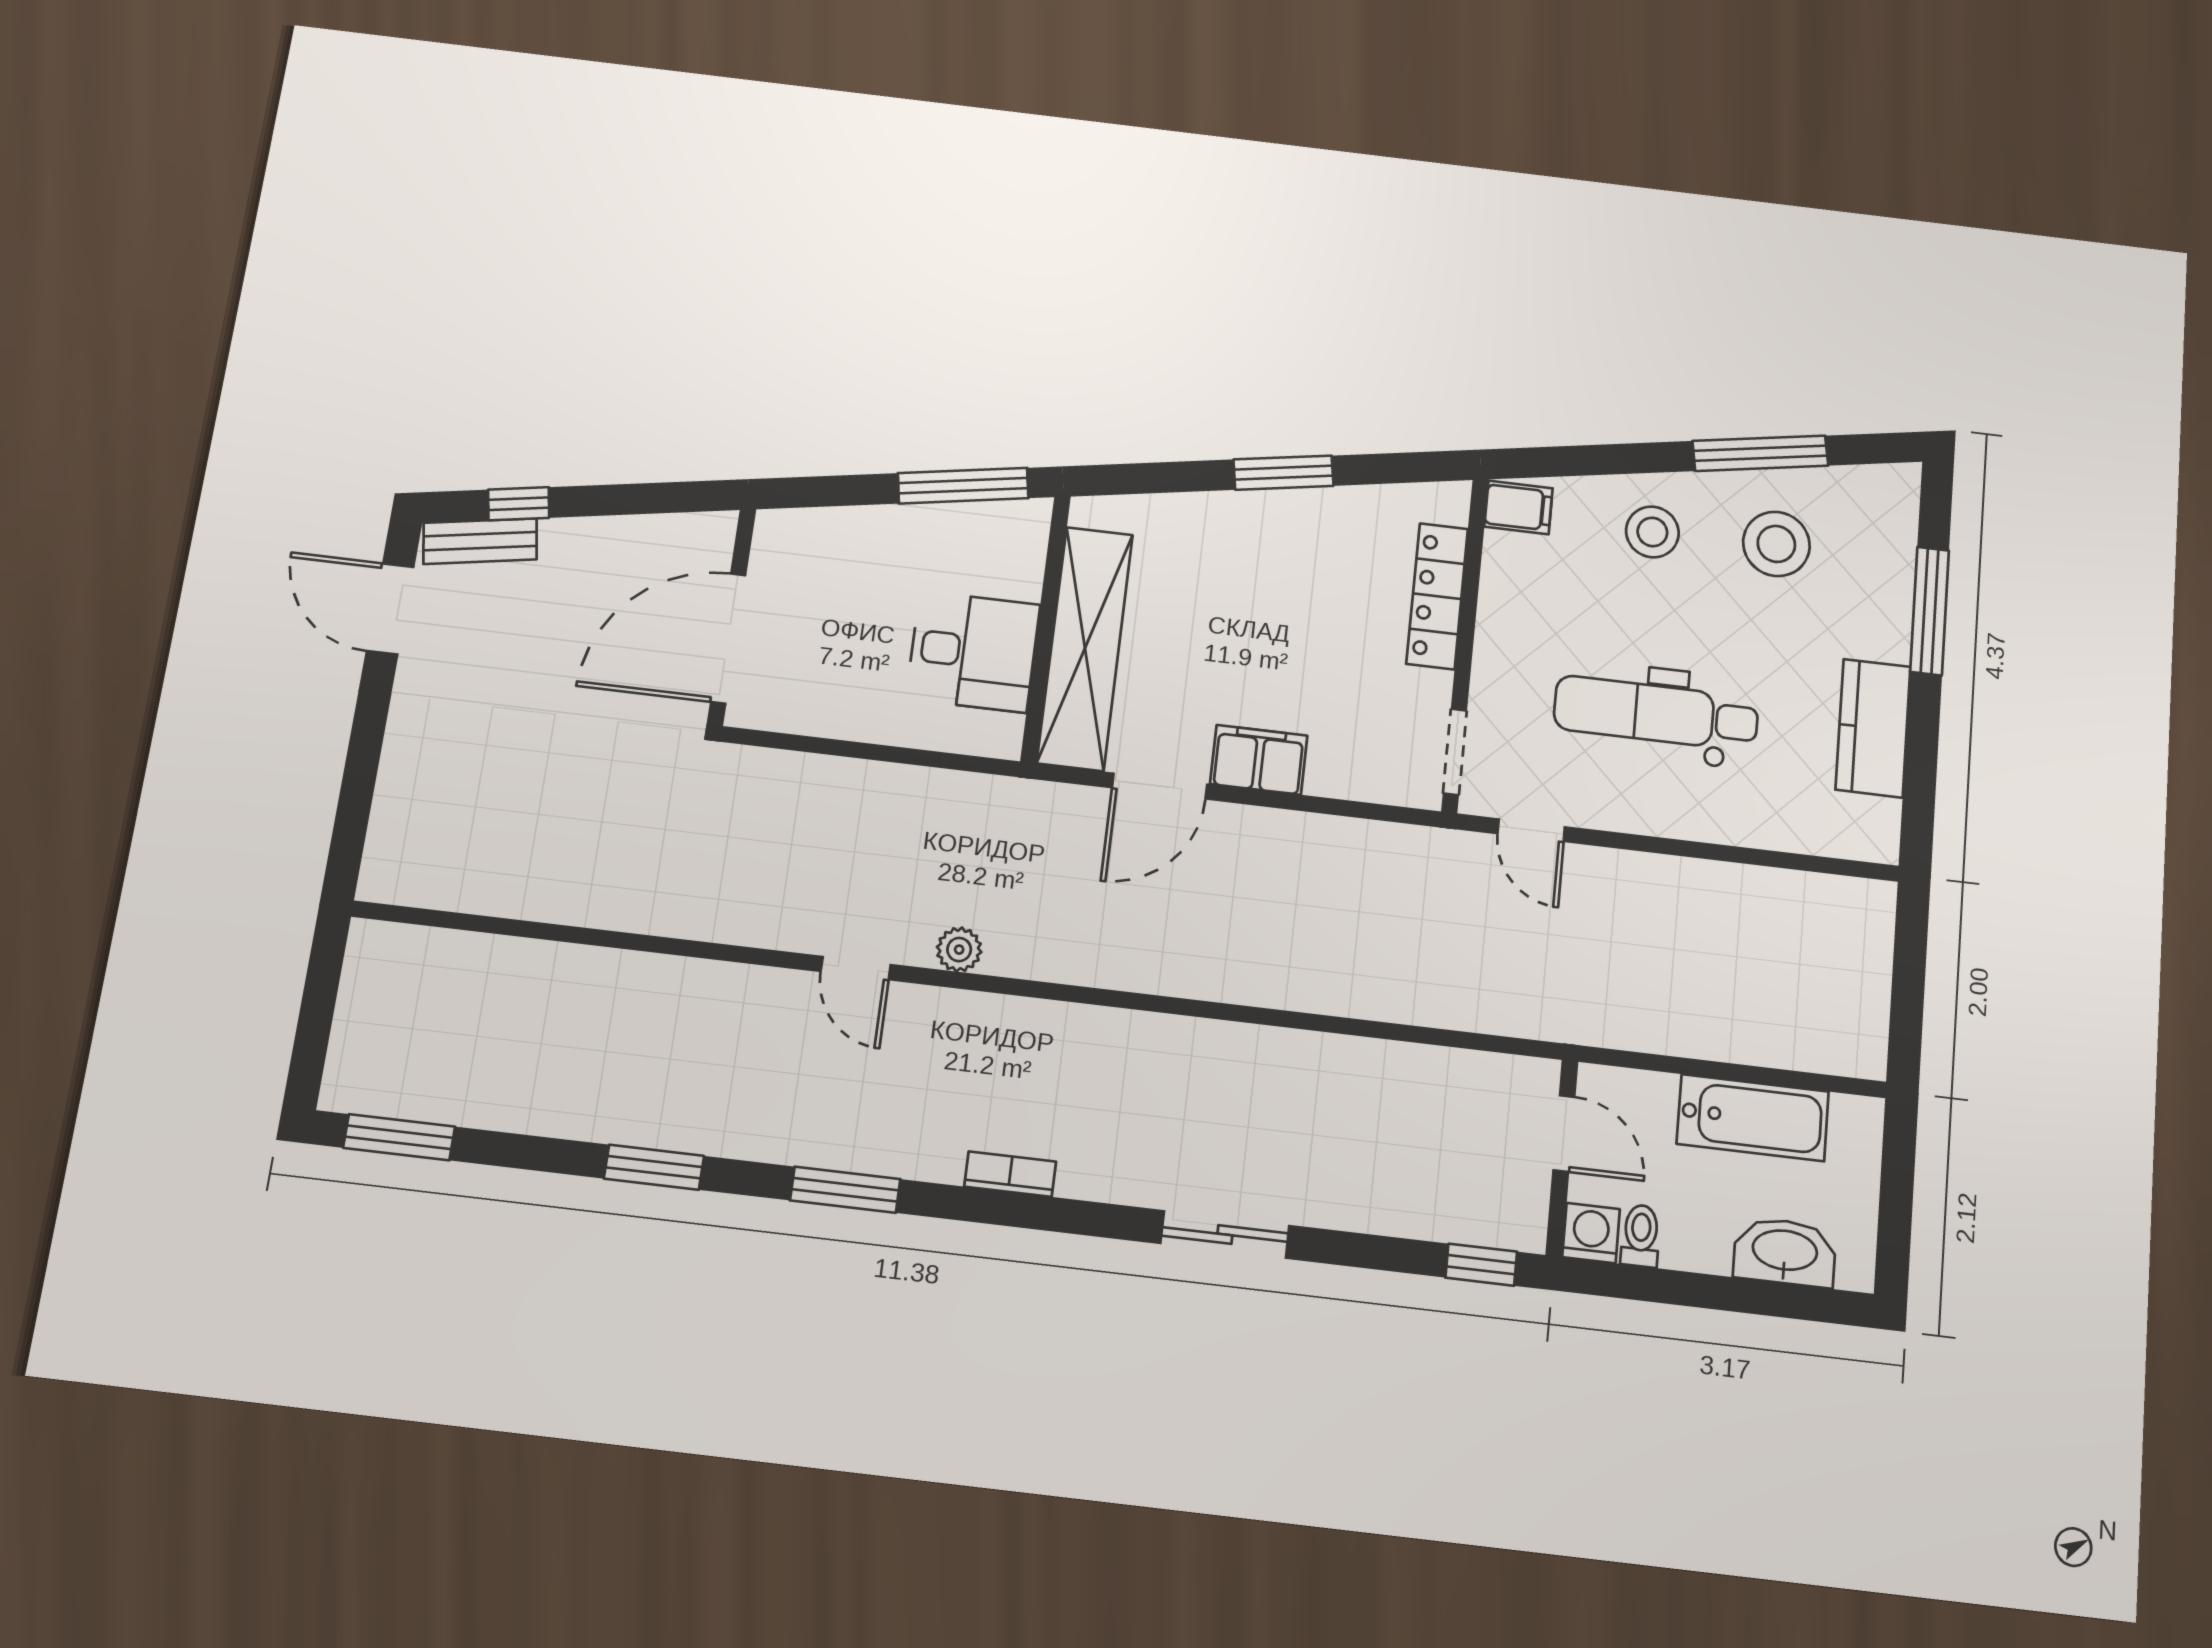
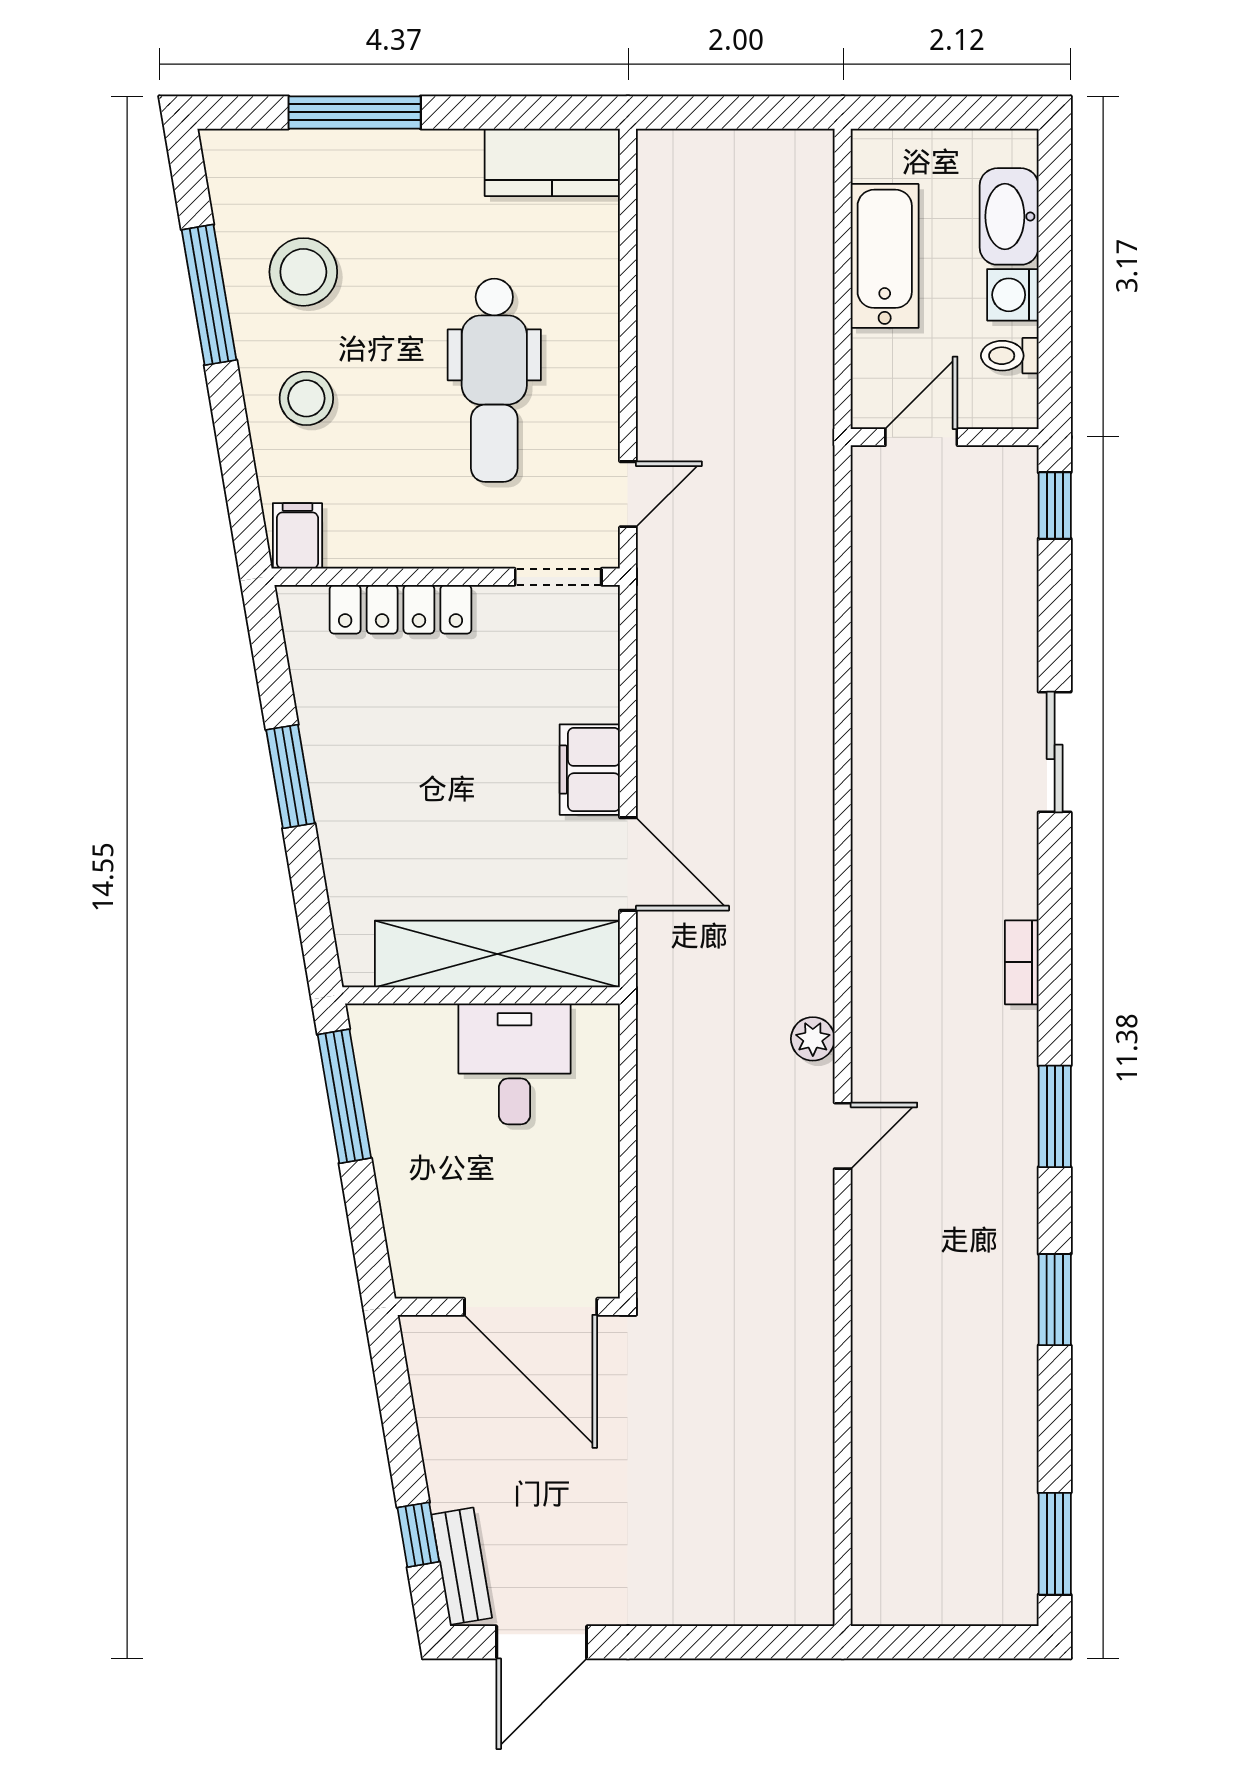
kitchen counter: (1873, 728) -> (552, 162), moved
washing machine: (1591, 1233) -> (1013, 295), moved

